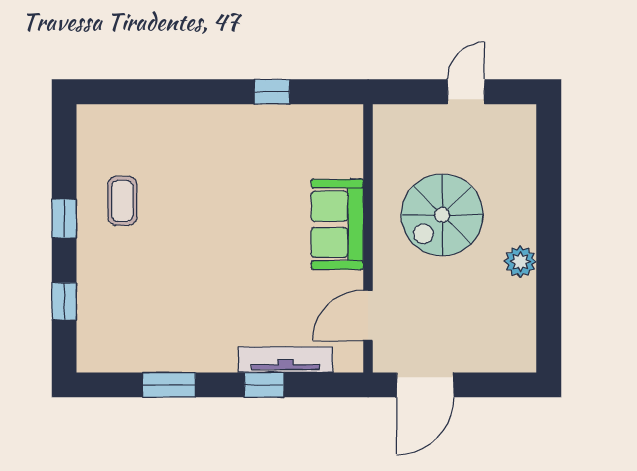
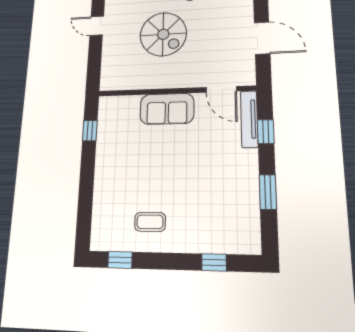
window: (64, 219) -> (120, 260), moved
sofa: (337, 224) -> (167, 109), moved
wall: (368, 238) -> (175, 91), moved
door: (368, 315) -> (221, 89), moved

